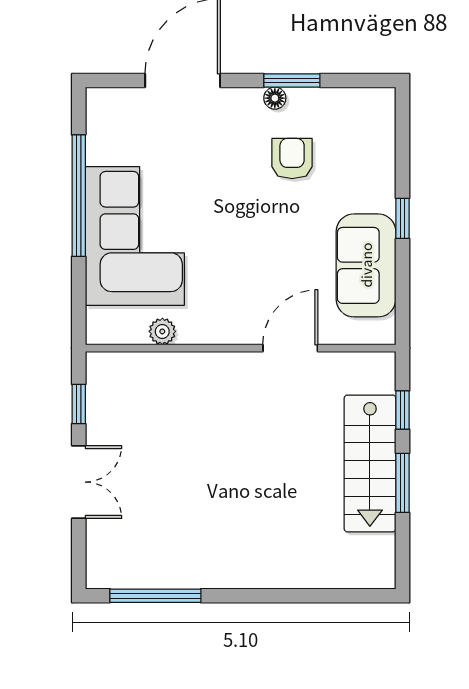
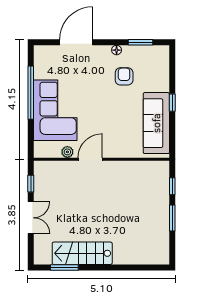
window: (292, 80) -> (140, 42), moved
sofa: (366, 265) -> (156, 123), width x1.36
door: (290, 348) -> (90, 159), moved
stairs: (370, 463) -> (82, 253), moved, turned 90
window: (155, 596) -> (64, 267), width x0.69

